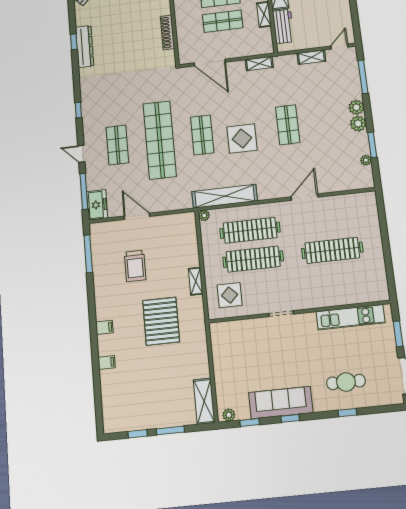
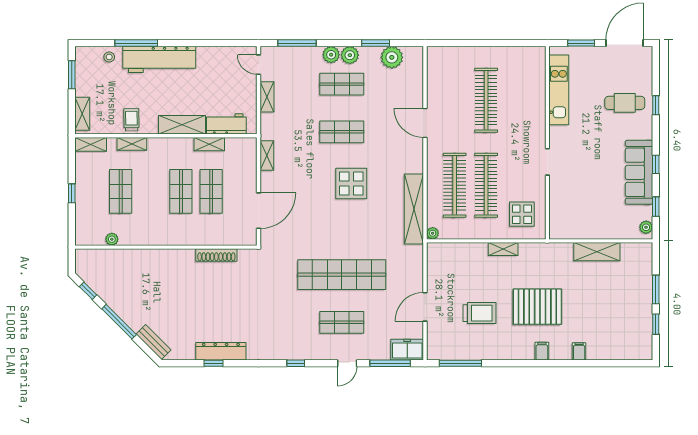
shop shelf: (202, 135) -> (342, 84), moved
plant: (366, 160) -> (392, 57), width x1.88, depth x1.88
pallet: (161, 321) -> (537, 307), moved
cafe table: (346, 382) -> (625, 103), turned 90
shelving: (204, 401) -> (597, 252), moved

